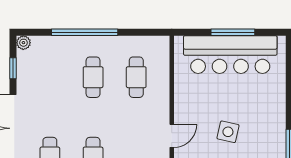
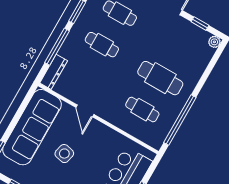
window: (85, 32) -> (180, 120), moved
cafe table: (93, 77) -> (160, 78), width x1.37, depth x1.35

